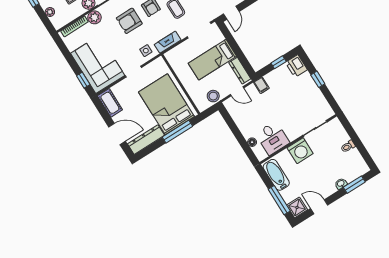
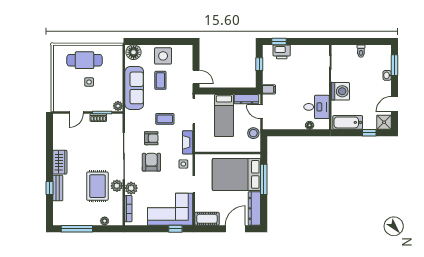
armchair: (129, 21) -> (151, 162), turned 180
printer: (296, 66) -> (282, 52), moved
window: (318, 79) -> (279, 41), moved
door: (237, 91) -> (261, 112), swing flipped
window: (279, 200) -> (369, 133), width x0.46

